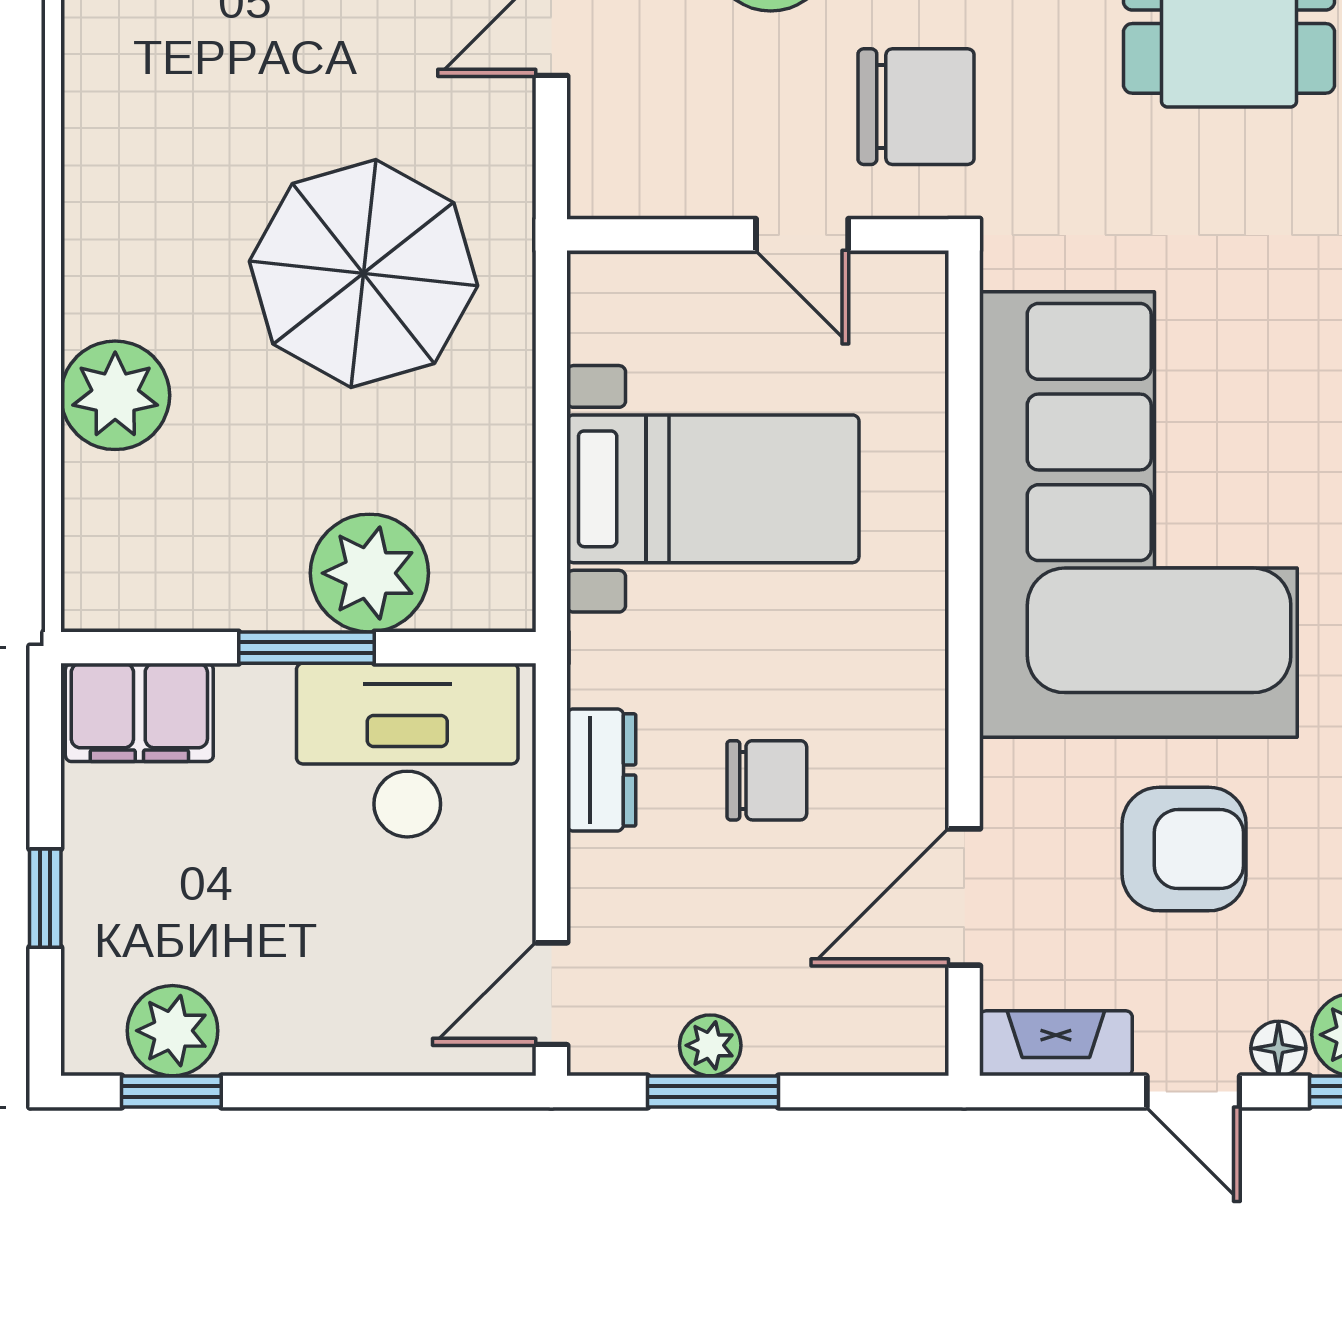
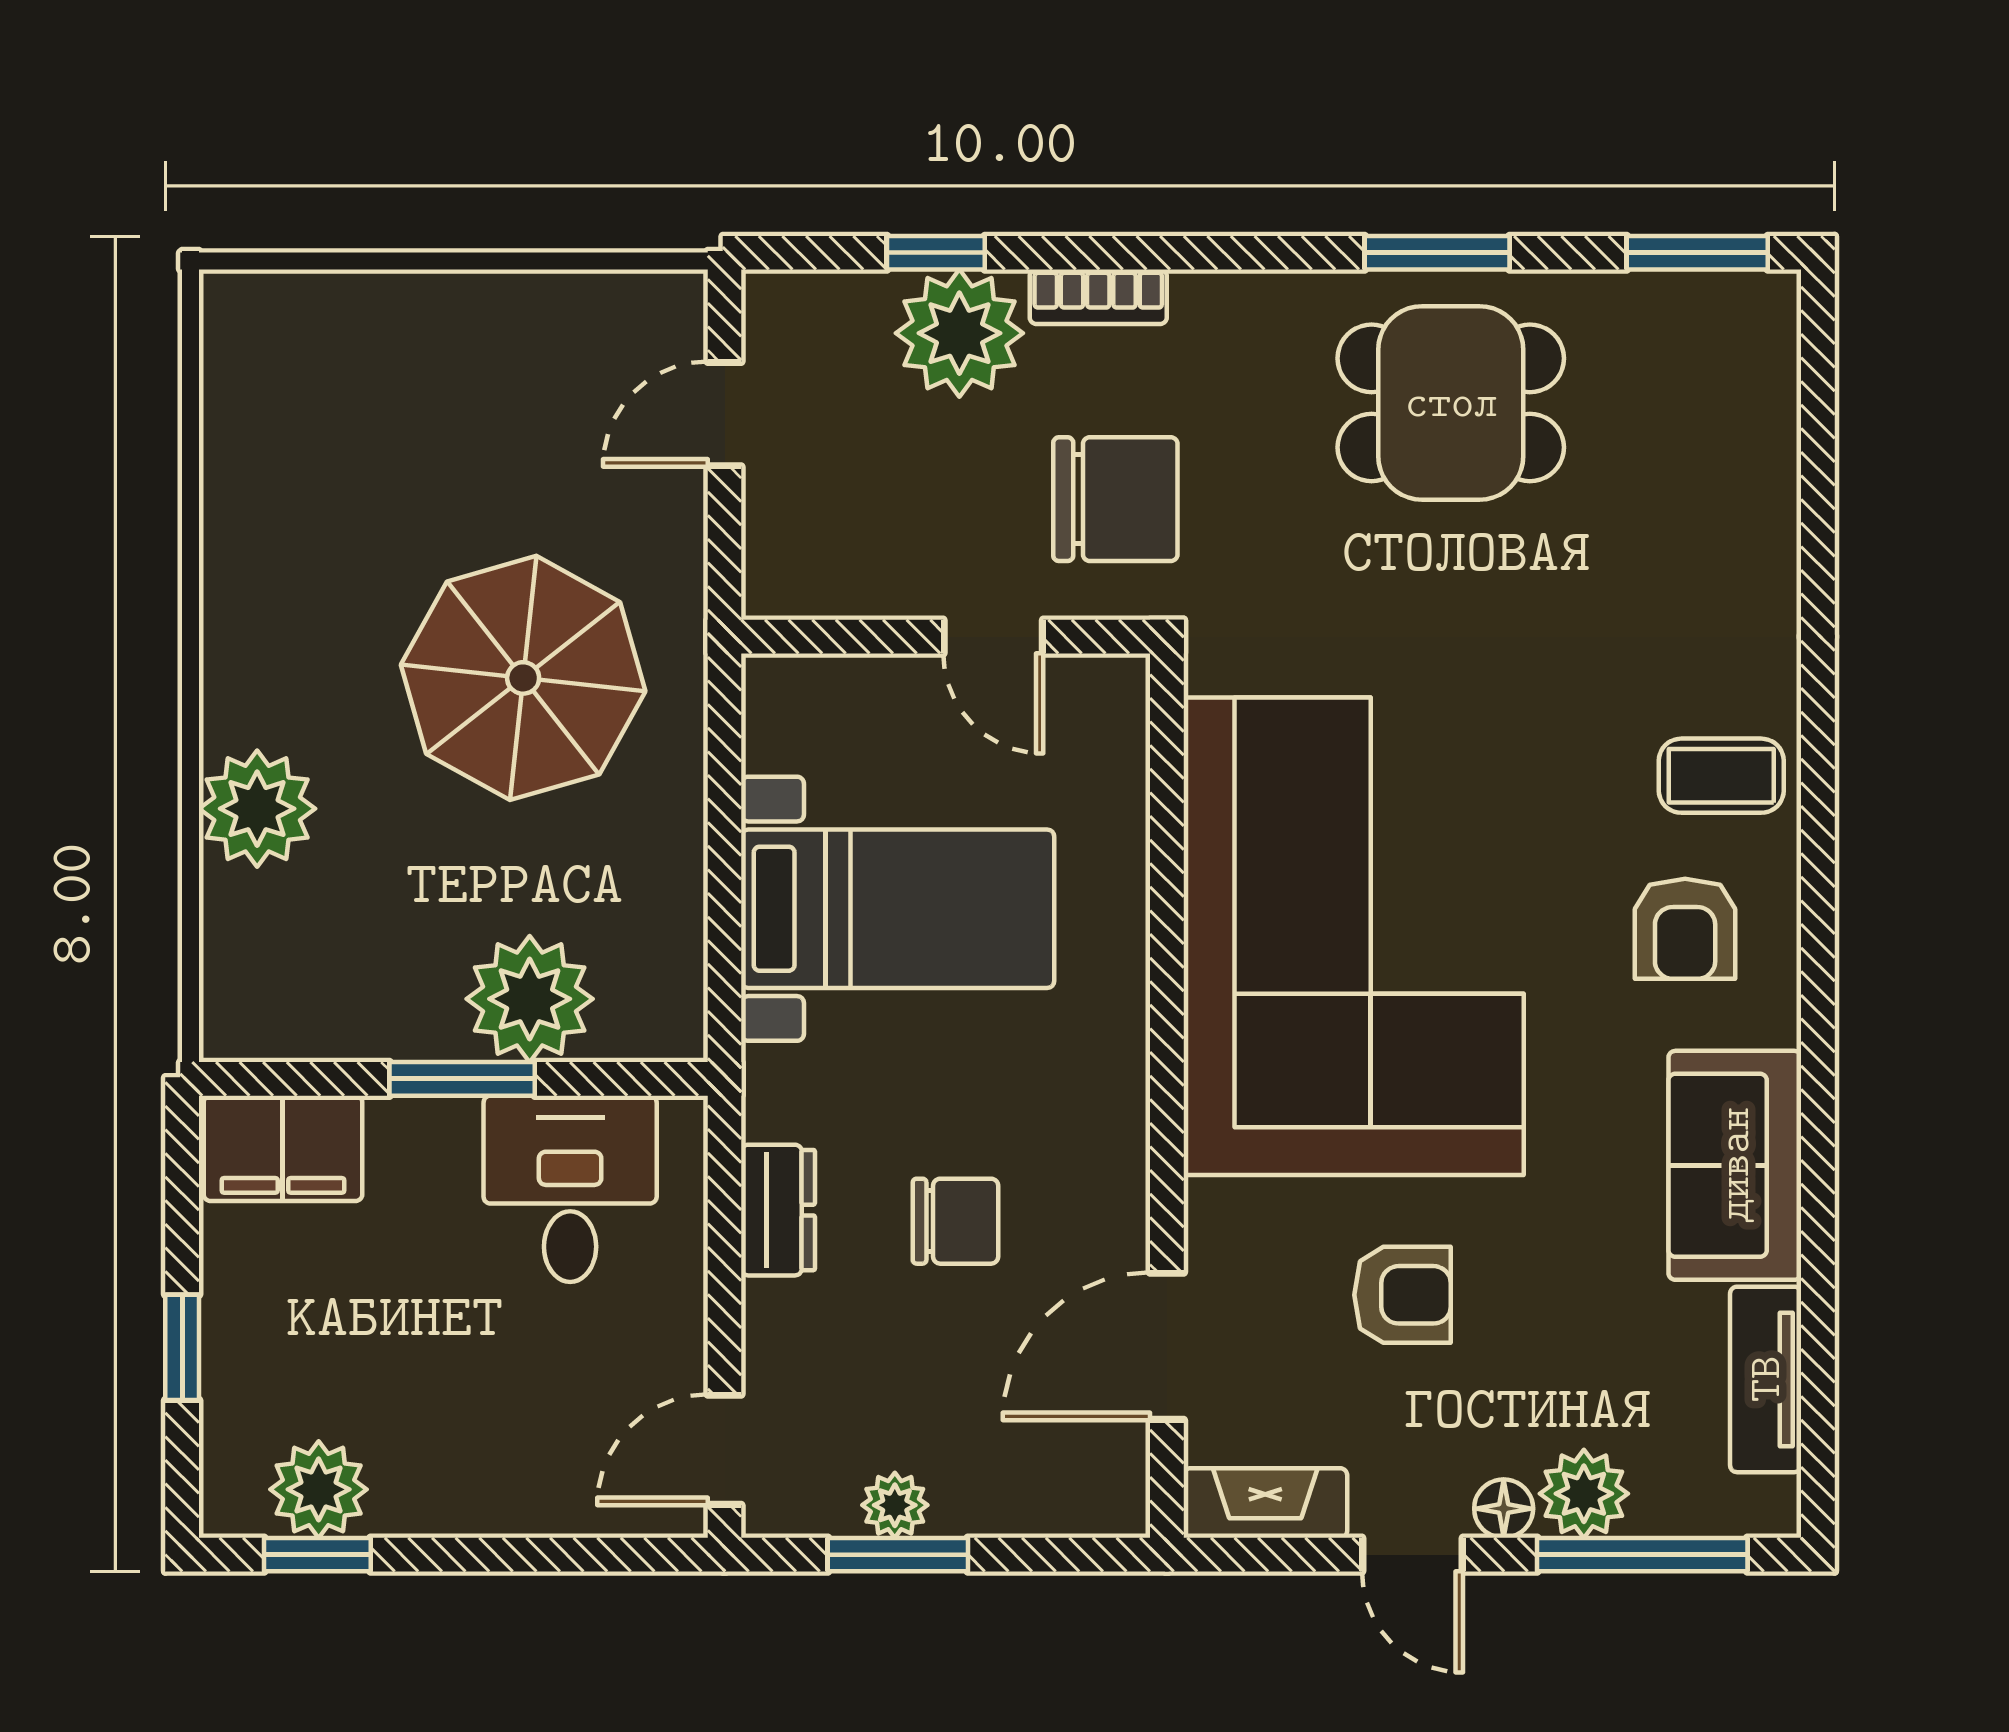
desk: (407, 750) -> (570, 1189), width x0.73
armchair: (1184, 849) -> (1403, 1295), width x0.72, depth x0.72

